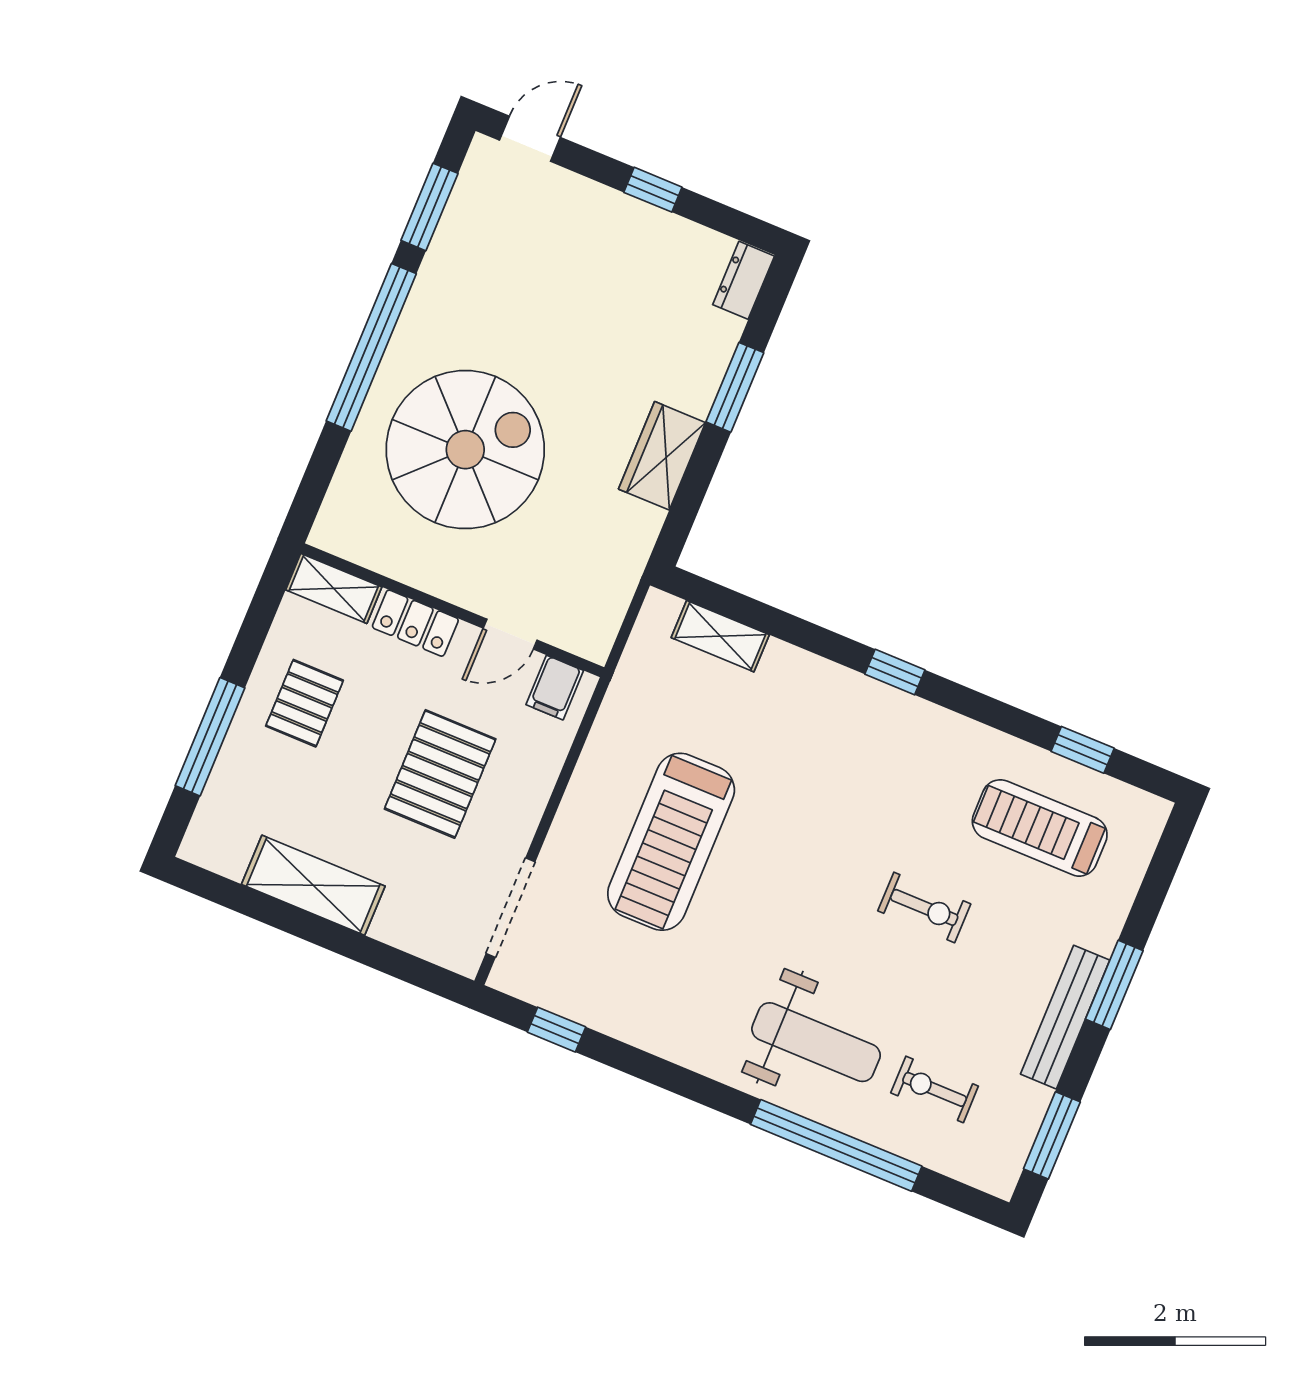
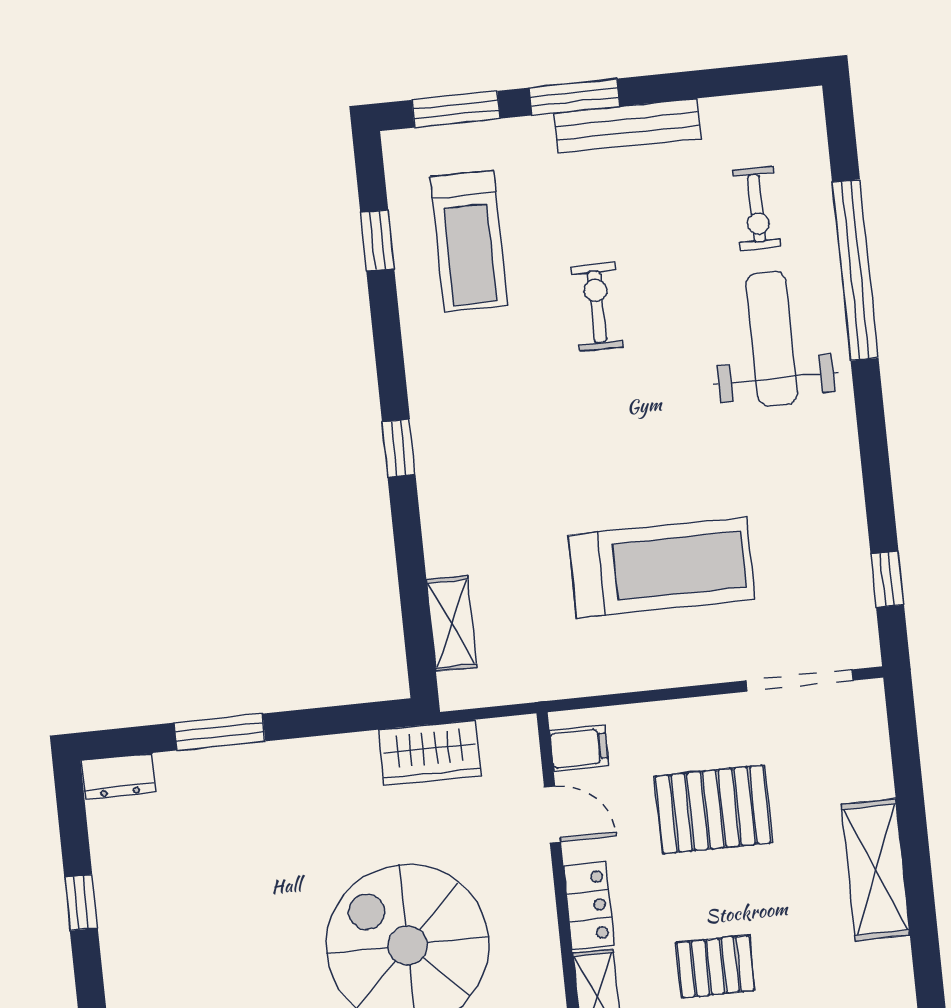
wardrobe: (662, 456) -> (430, 753), moved
window: (1052, 1135) -> (456, 109), moved

